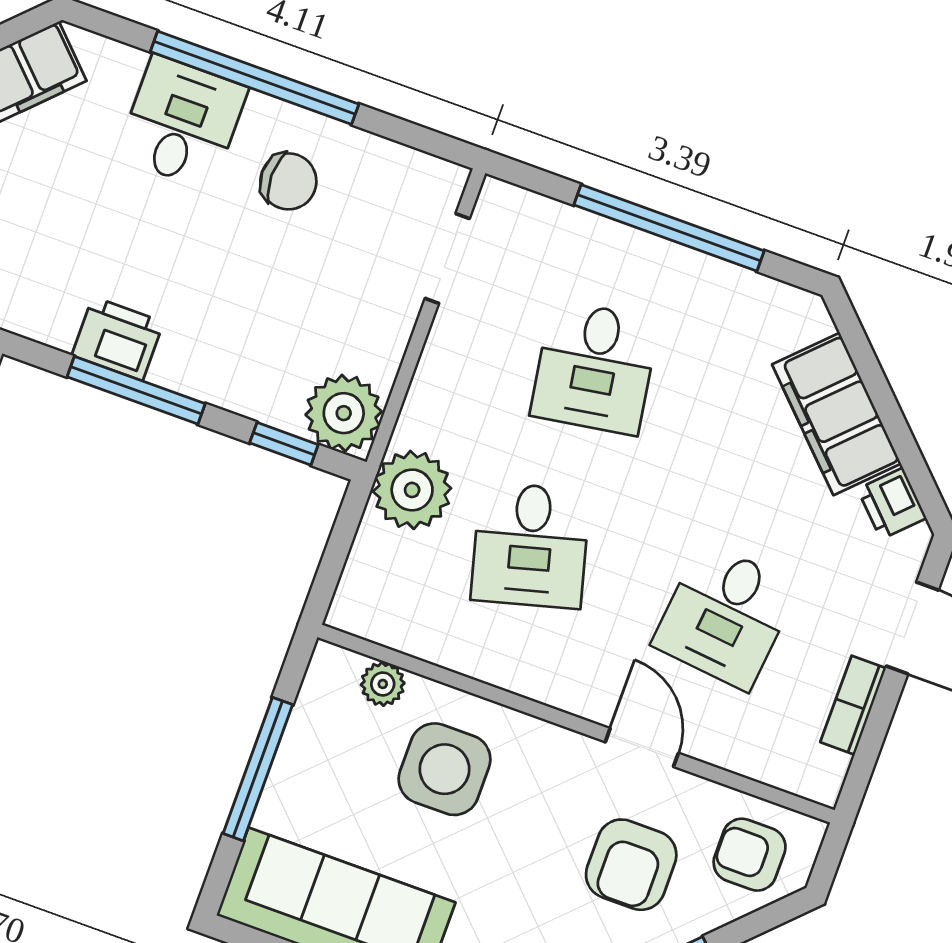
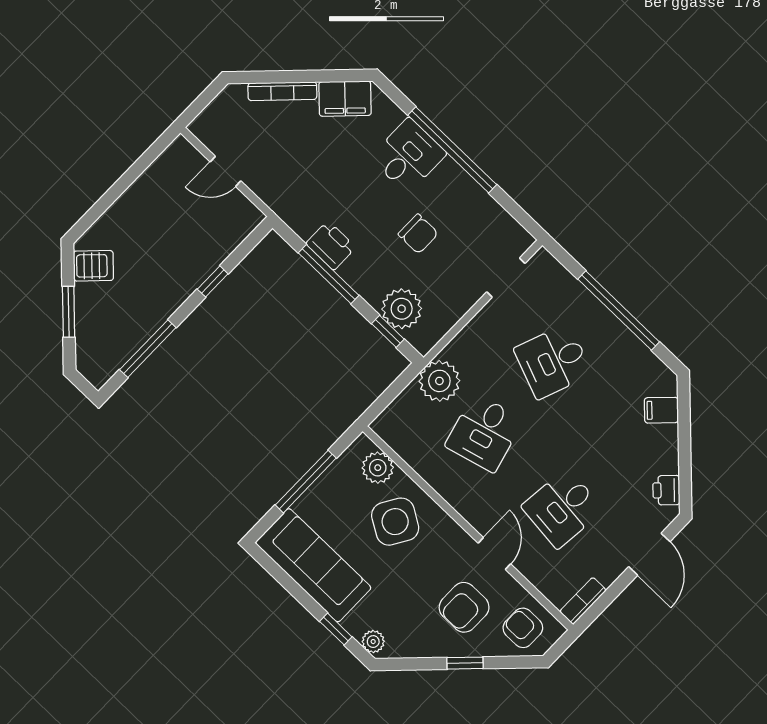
chair: (288, 181) -> (418, 234), moved
desk: (595, 368) -> (553, 361), turned 30
plant: (344, 413) -> (402, 309), moved
filing cabinet: (837, 414) -> (661, 410), width x0.33, depth x0.86
plant: (383, 684) -> (378, 468), width x1.38, depth x1.38
bookcase: (853, 705) -> (583, 601), moved
side table: (445, 769) -> (395, 522), turned 31

